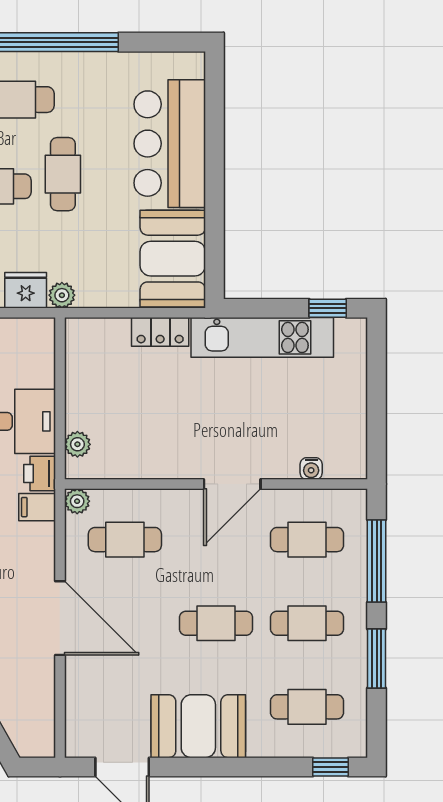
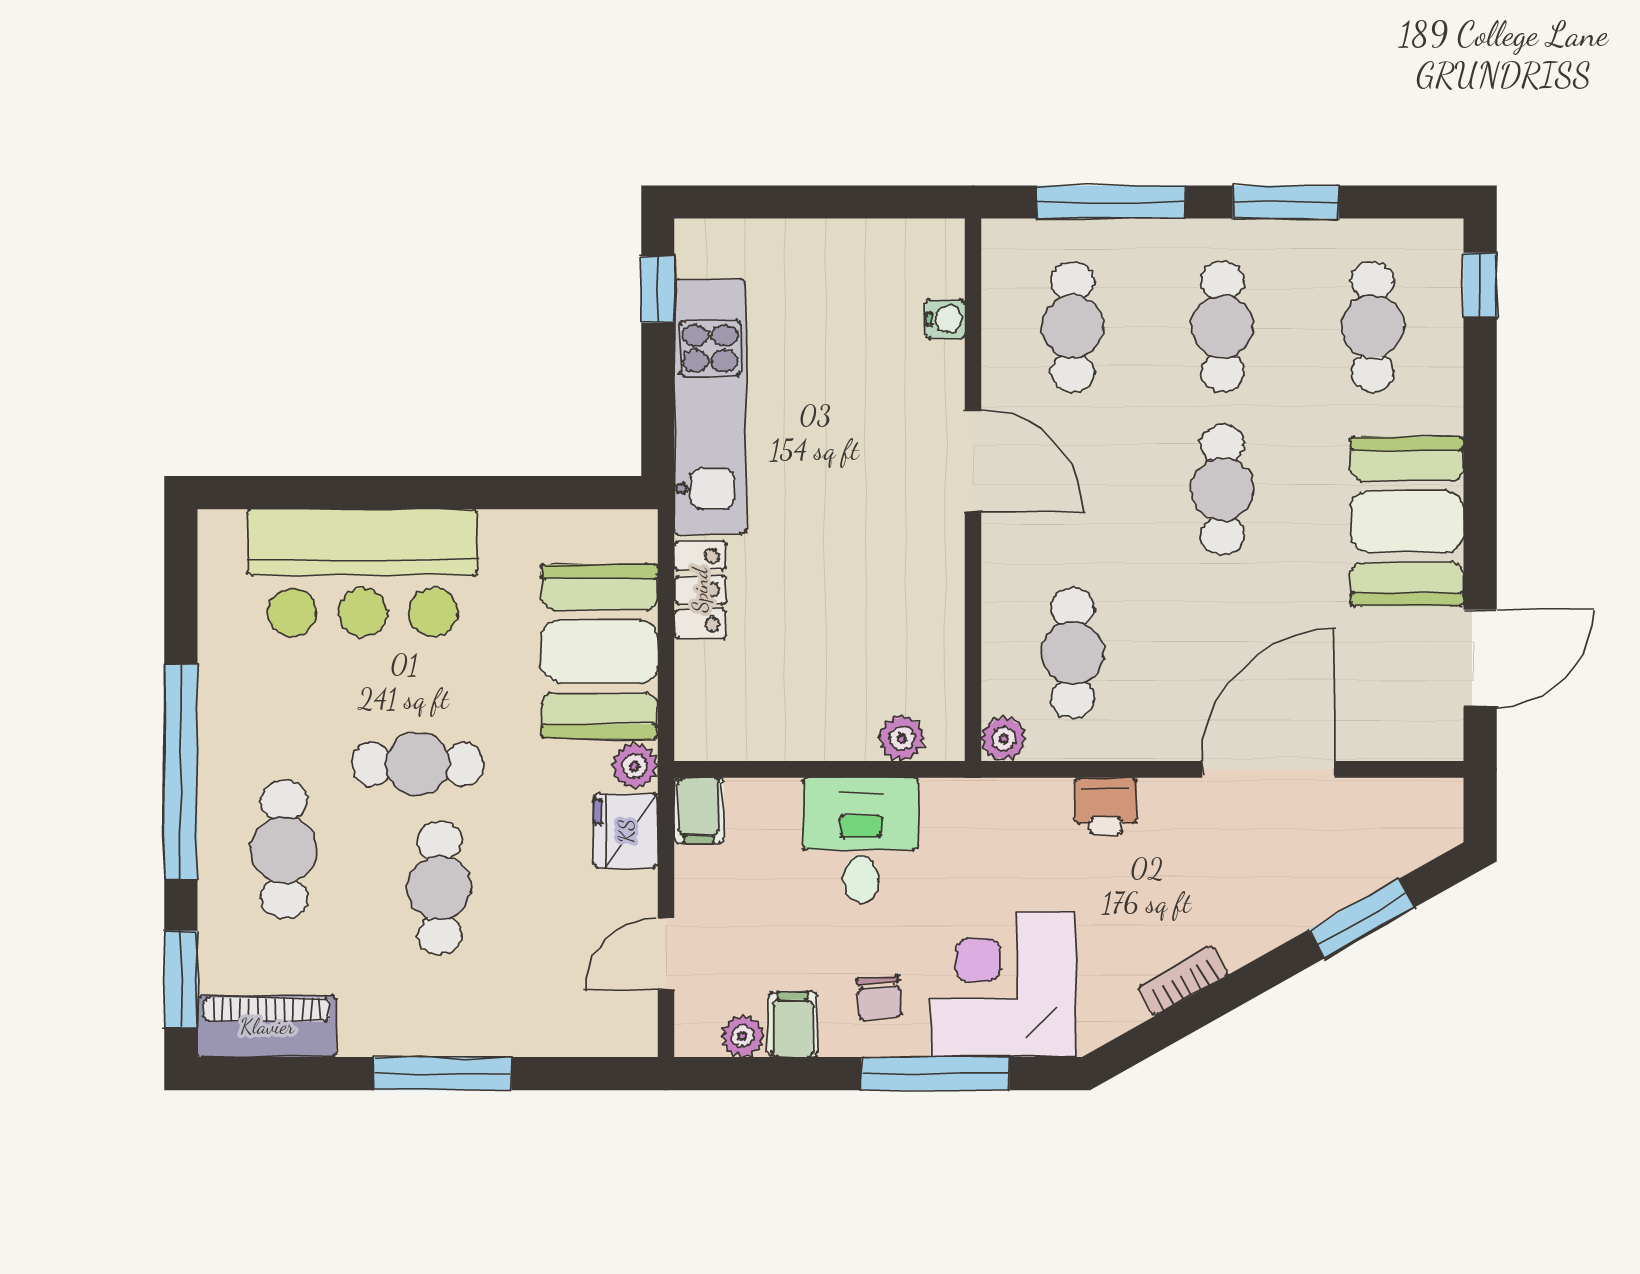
booth: (173, 259) -> (599, 651), moved, turned 90
printer: (40, 474) -> (1106, 806), moved
filing cabinet: (37, 507) -> (699, 810), moved
door: (60, 618) -> (1268, 769), moved

